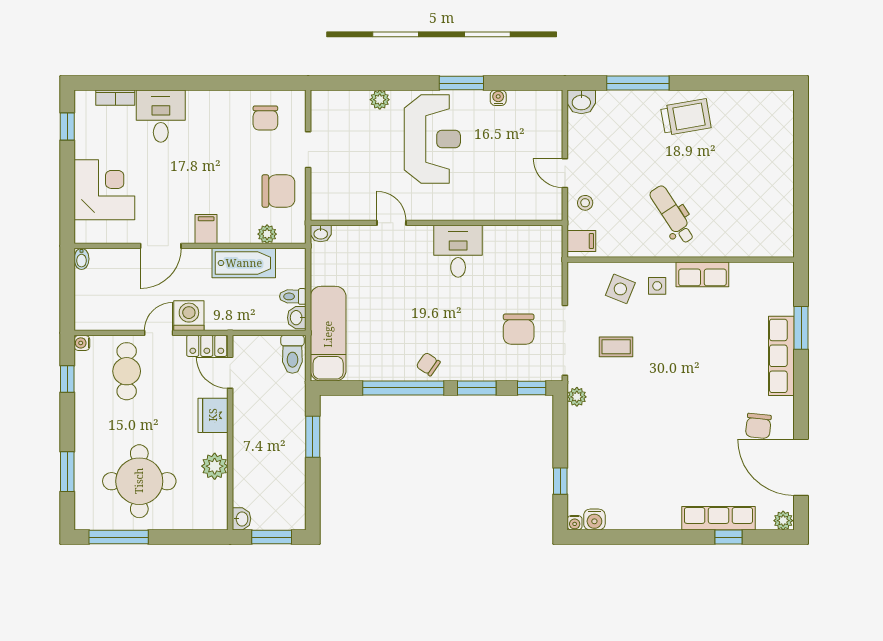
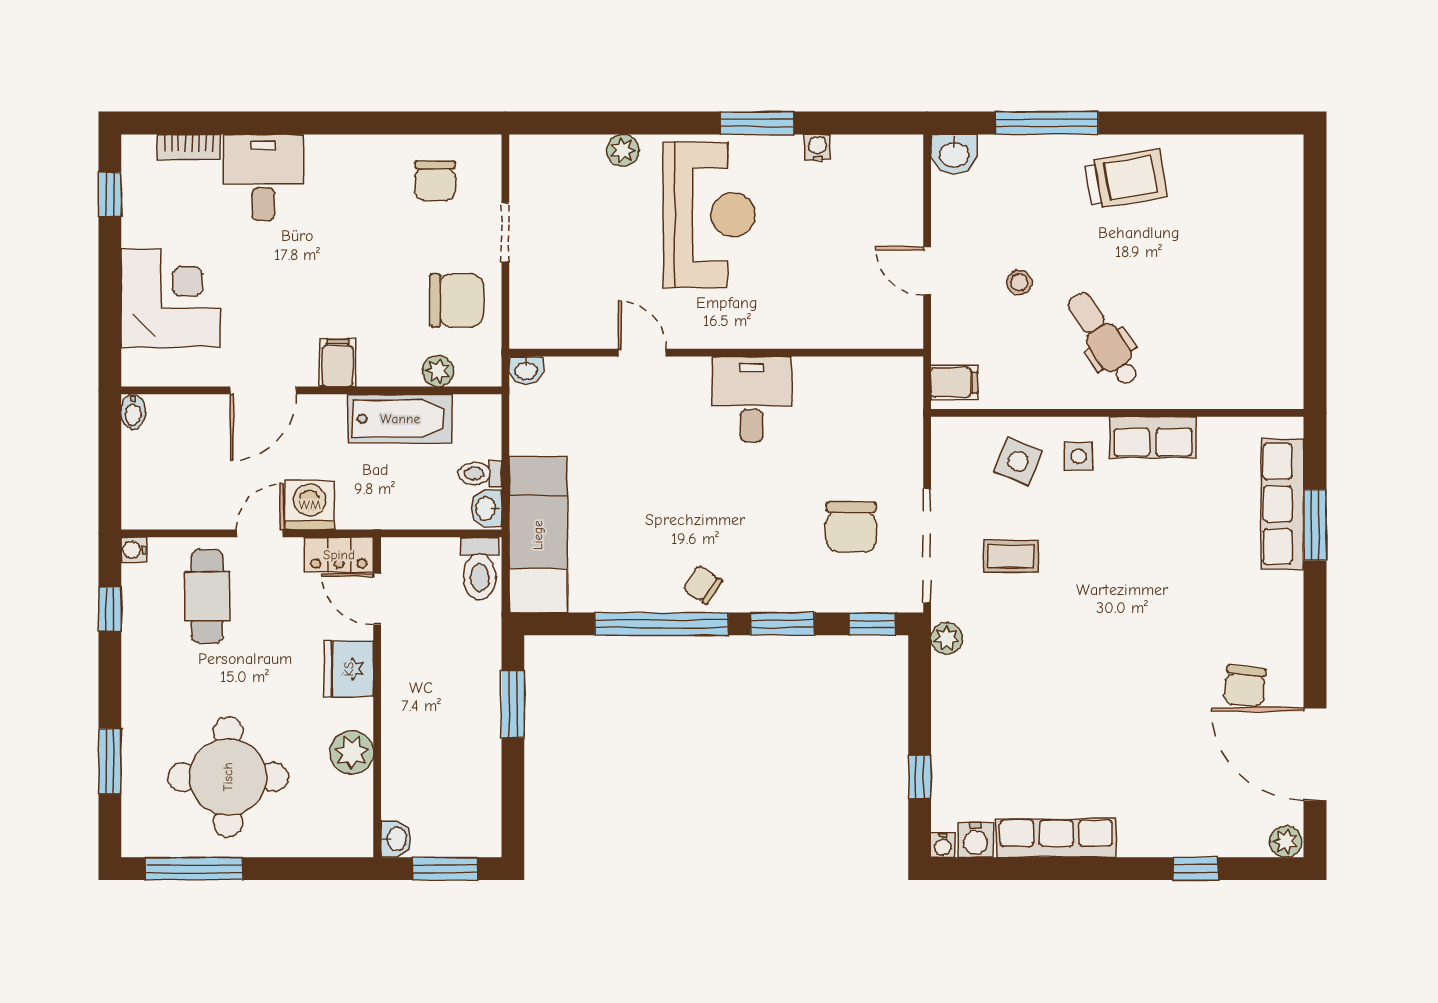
stool: (585, 203) -> (1019, 282), moved
row of seats: (781, 356) -> (1283, 504), moved
row of seats: (718, 518) -> (1056, 838), moved

